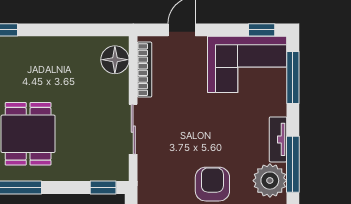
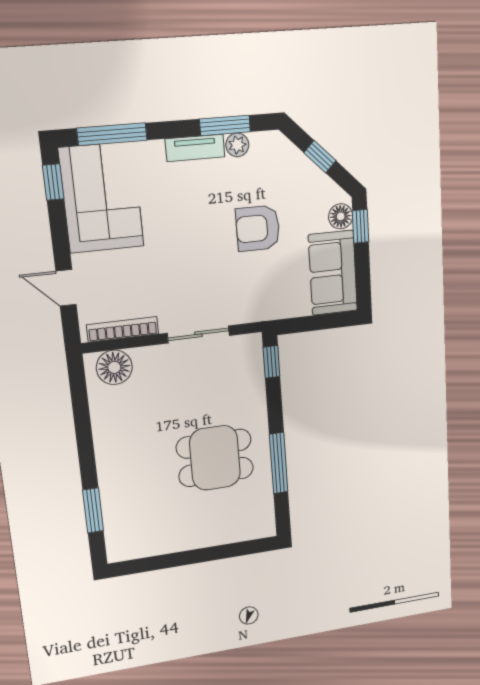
window: (293, 164) -> (225, 125), width x0.69
plant: (270, 181) -> (237, 145), width x0.53, depth x0.53

